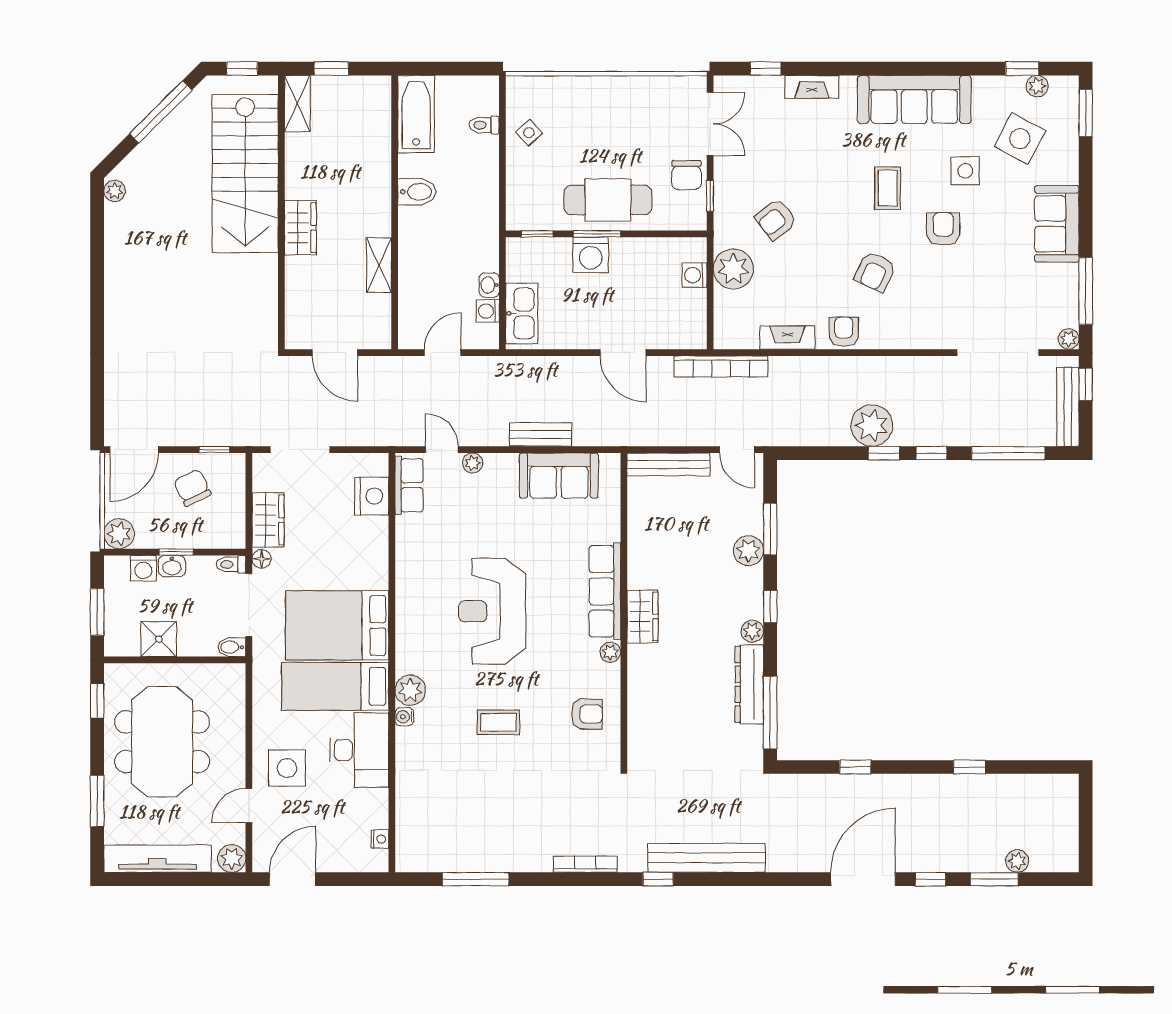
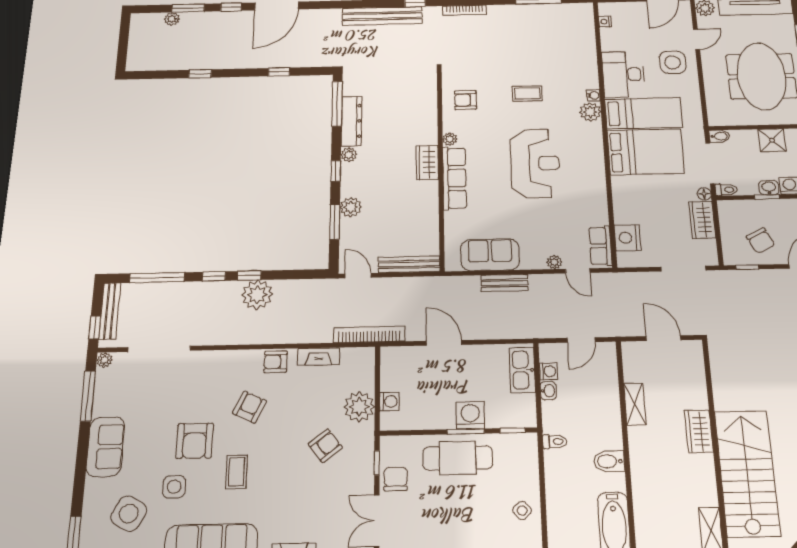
toilet: (484, 125) -> (555, 442), moved
armchair: (943, 229) -> (195, 441), width x1.38, depth x1.38
armchair: (844, 332) -> (275, 362), turned 90

